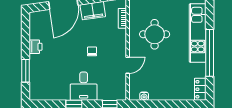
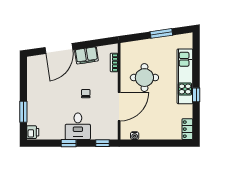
printer: (36, 47) -> (33, 132), moved
window: (210, 53) -> (196, 95), width x0.32
door: (128, 65) -> (119, 107), width x1.88

